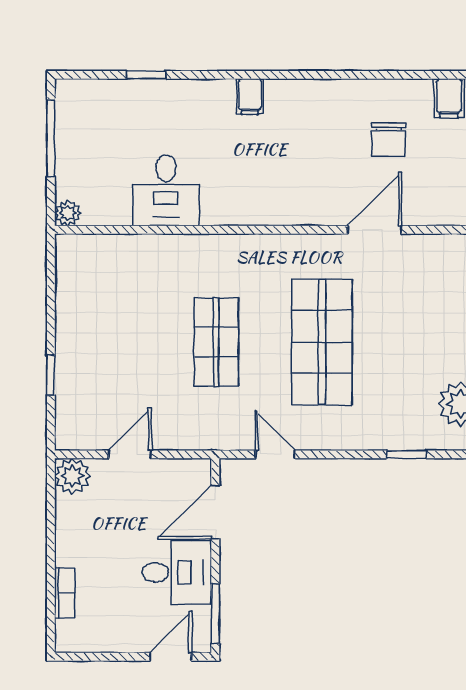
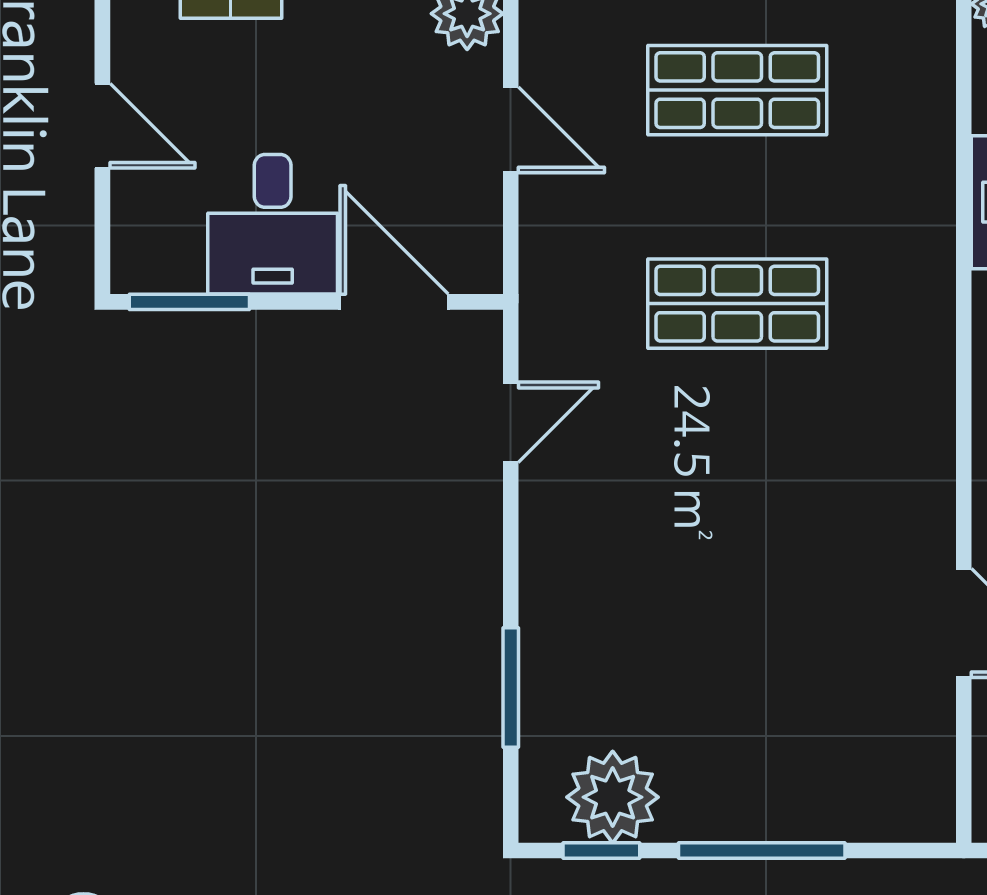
shop shelf: (322, 342) -> (737, 90), moved, width x0.70, depth x0.74
window: (406, 454) -> (511, 687), width x1.50
door: (171, 657) -> (102, 126), moved

